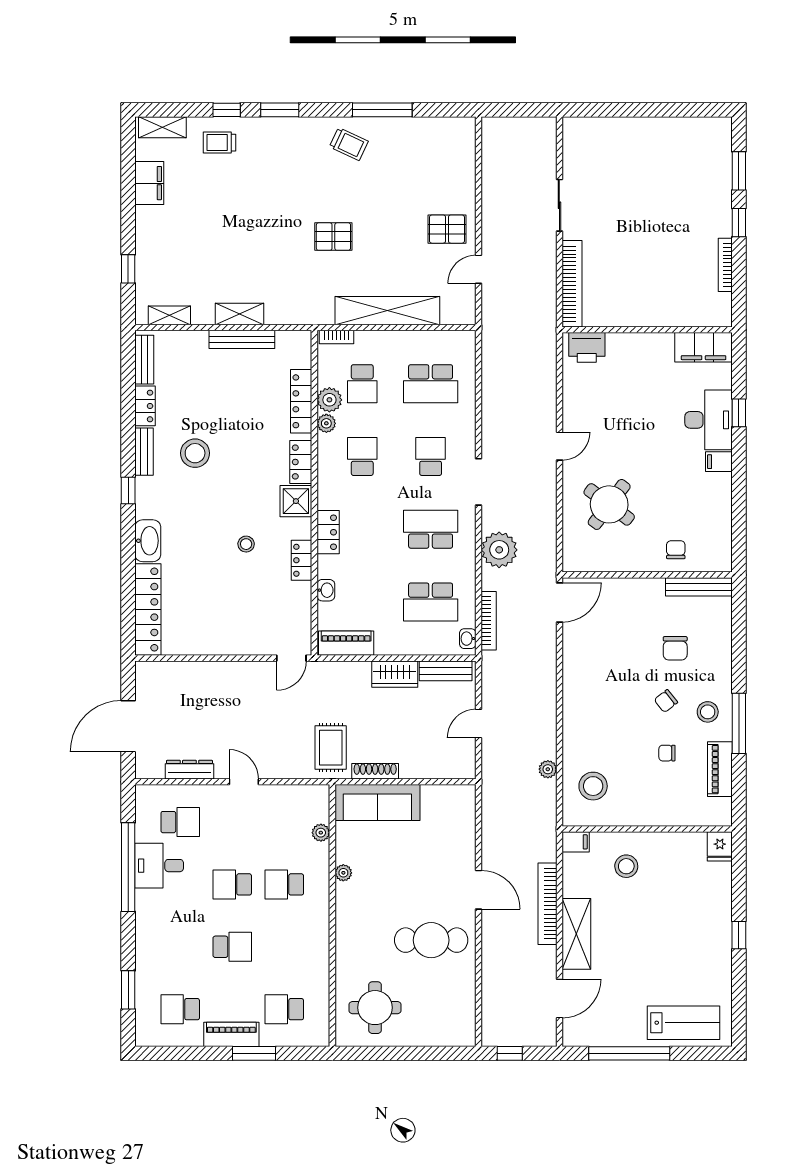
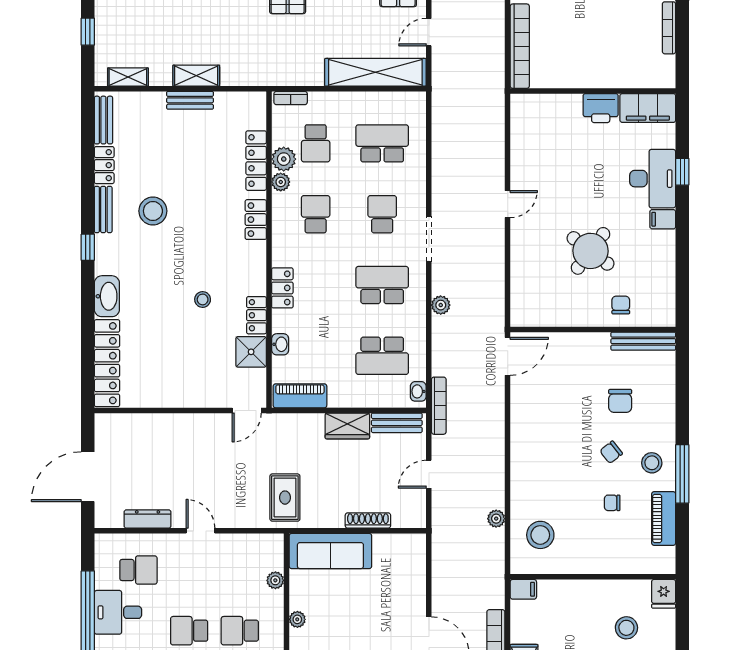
shelving: (387, 311) -> (375, 72), moved
bench: (242, 339) -> (190, 100), width x0.73
printer: (587, 347) -> (601, 108), moved
school desk: (431, 384) -> (382, 143), turned 180
shower: (296, 501) -> (251, 352), moved
round table: (609, 504) -> (591, 251), moved
plant: (499, 550) -> (441, 305), width x0.53, depth x0.53
bookcase: (489, 621) -> (439, 406), moved
shoe rack: (375, 771) -> (368, 520), moved
stool: (626, 866) -> (626, 628), moved

